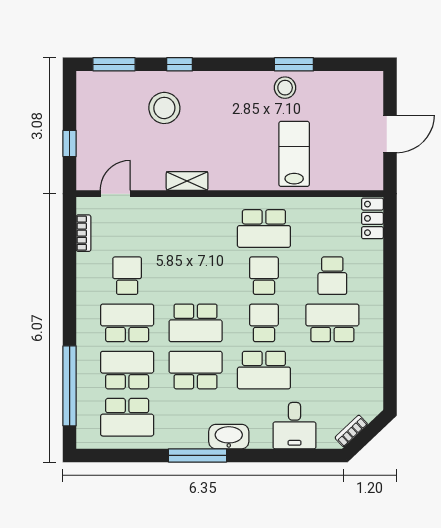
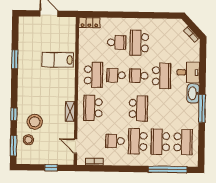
stool: (285, 88) -> (28, 140), moved
school desk: (196, 370) -> (93, 108), moved
desk: (294, 426) -> (188, 72), moved

